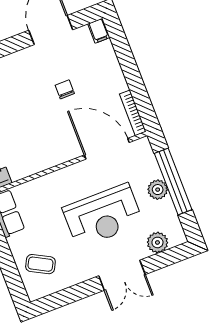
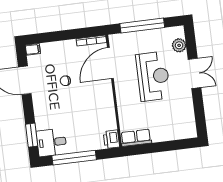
plant: (158, 190) -> (145, 37), removed
coffee table: (40, 264) -> (174, 124), removed

